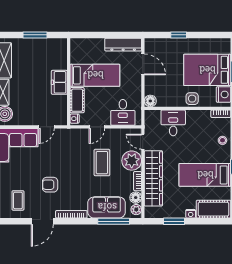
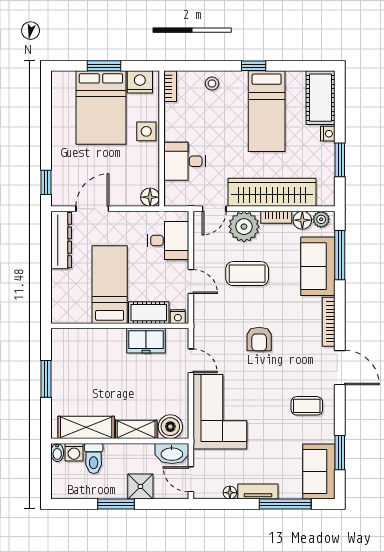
window: (179, 35) -> (46, 182), moved
freezer: (59, 82) -> (146, 341), moved
armchair: (50, 185) -> (259, 339), moved

